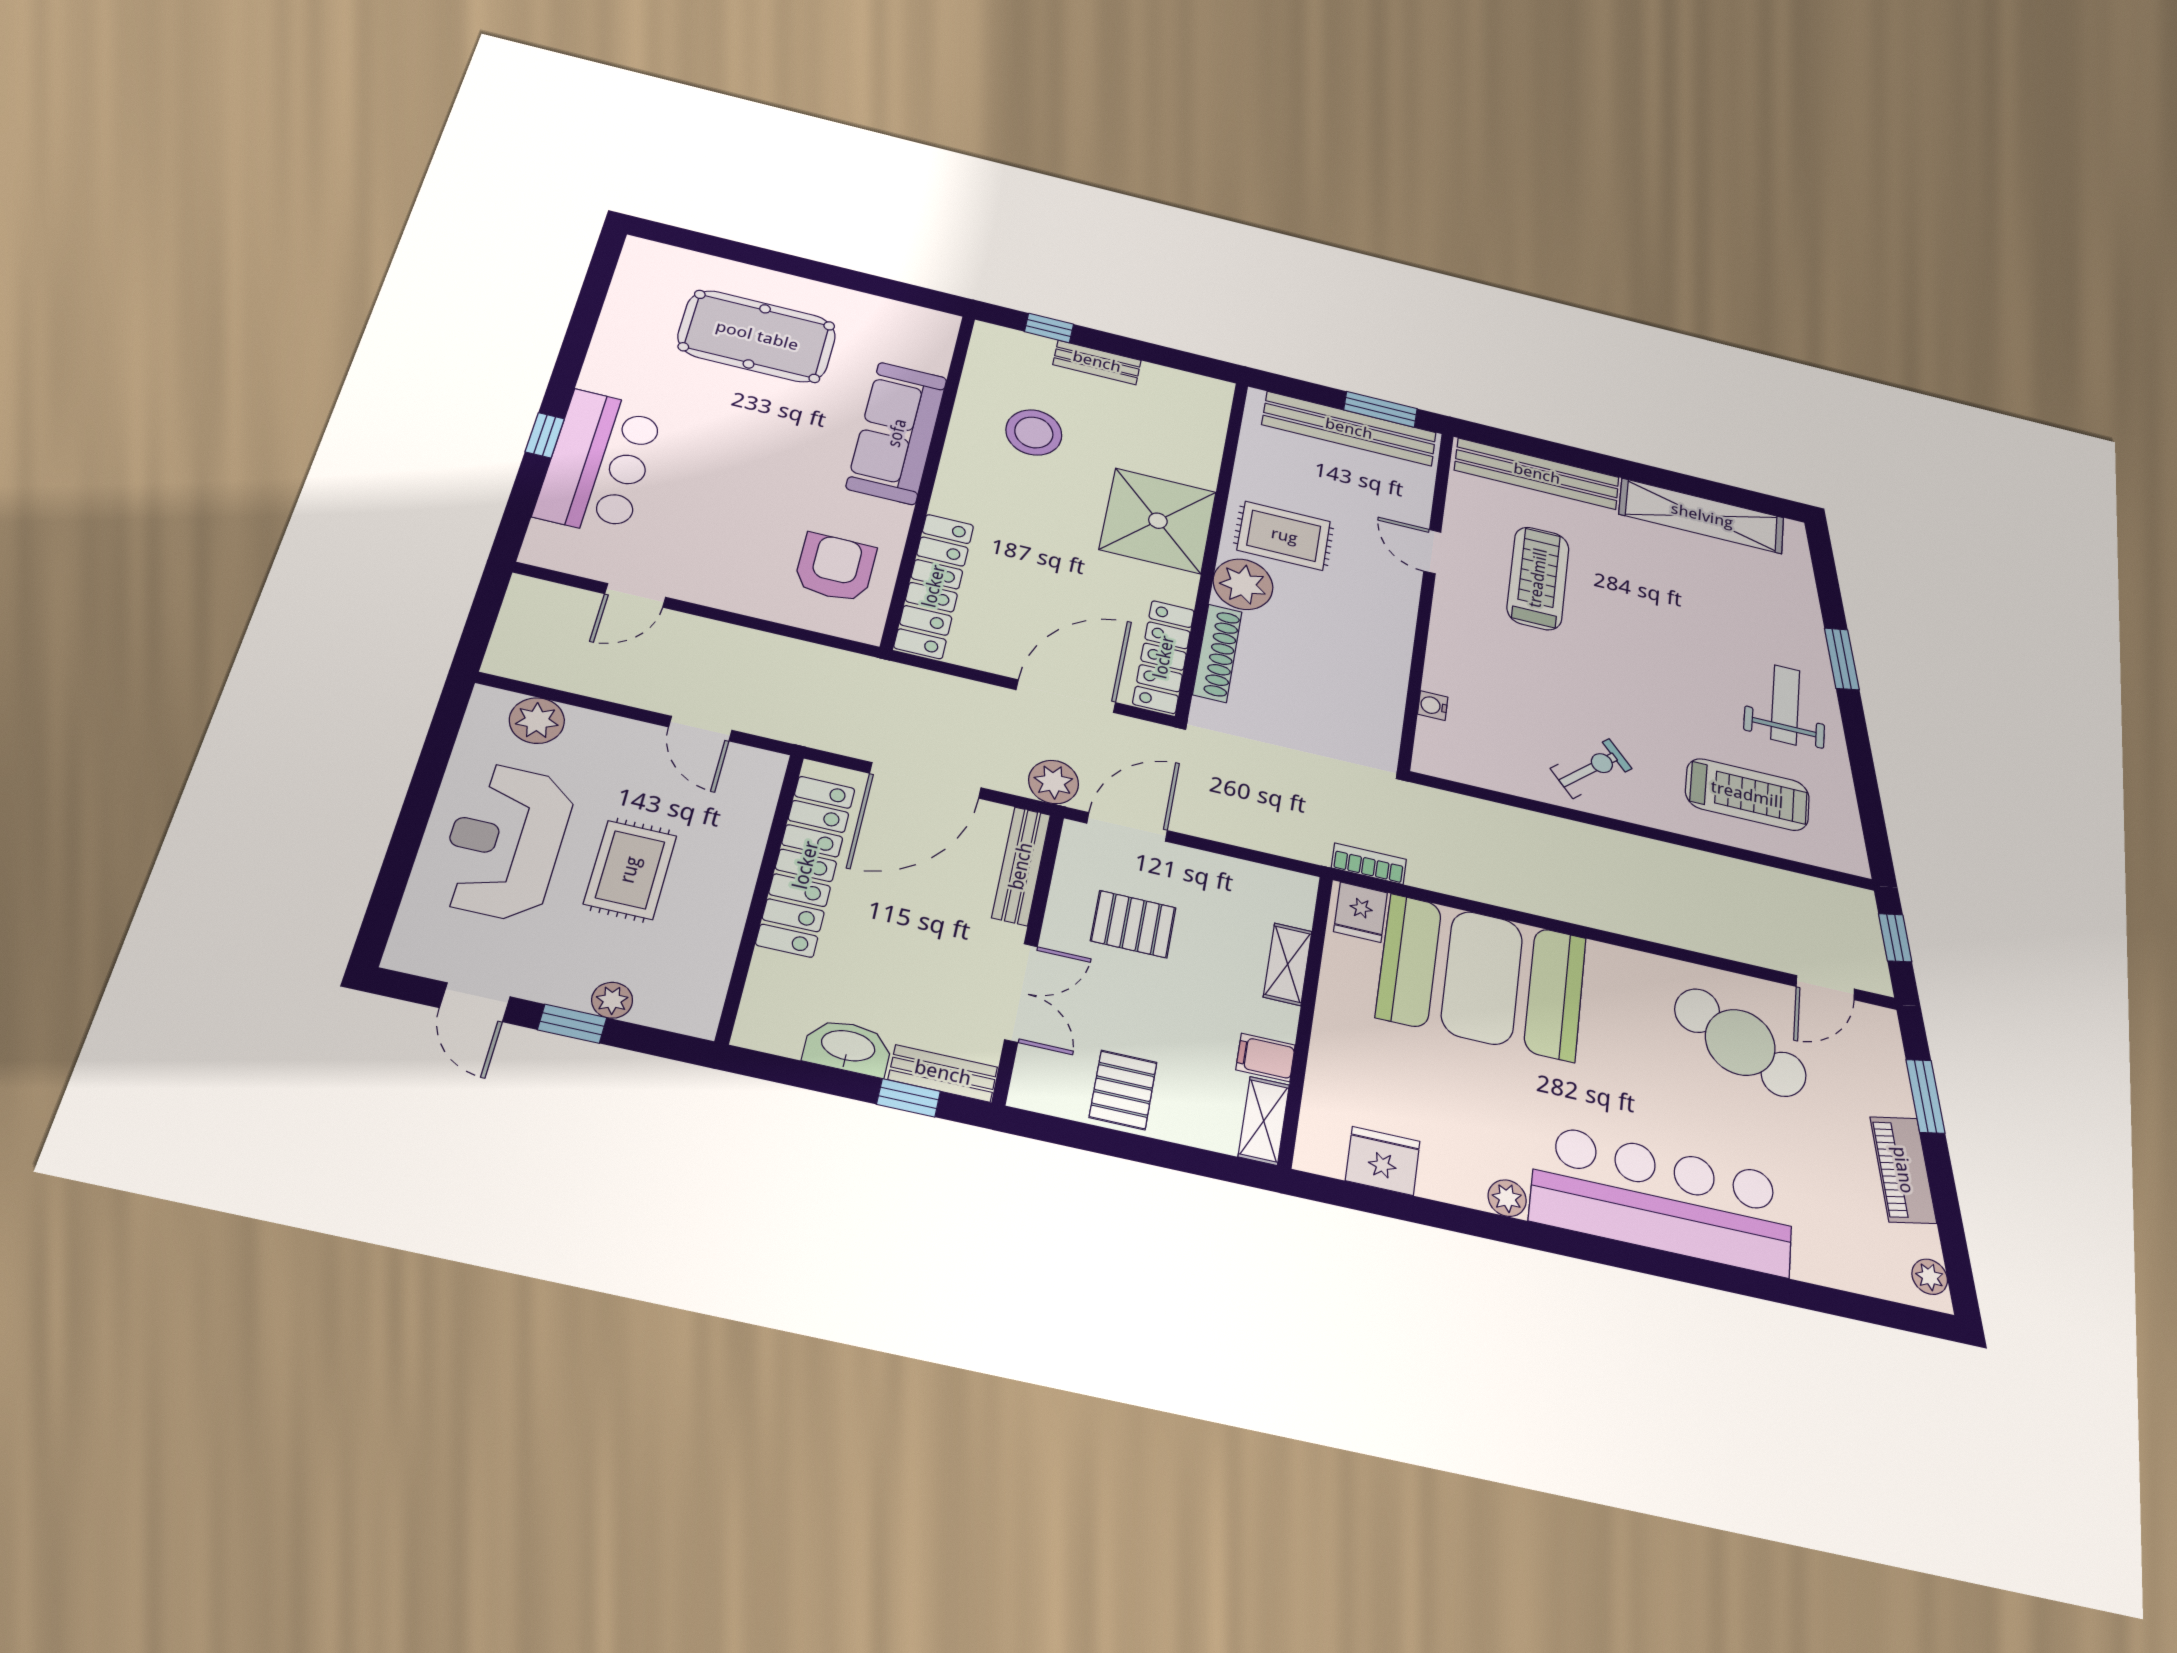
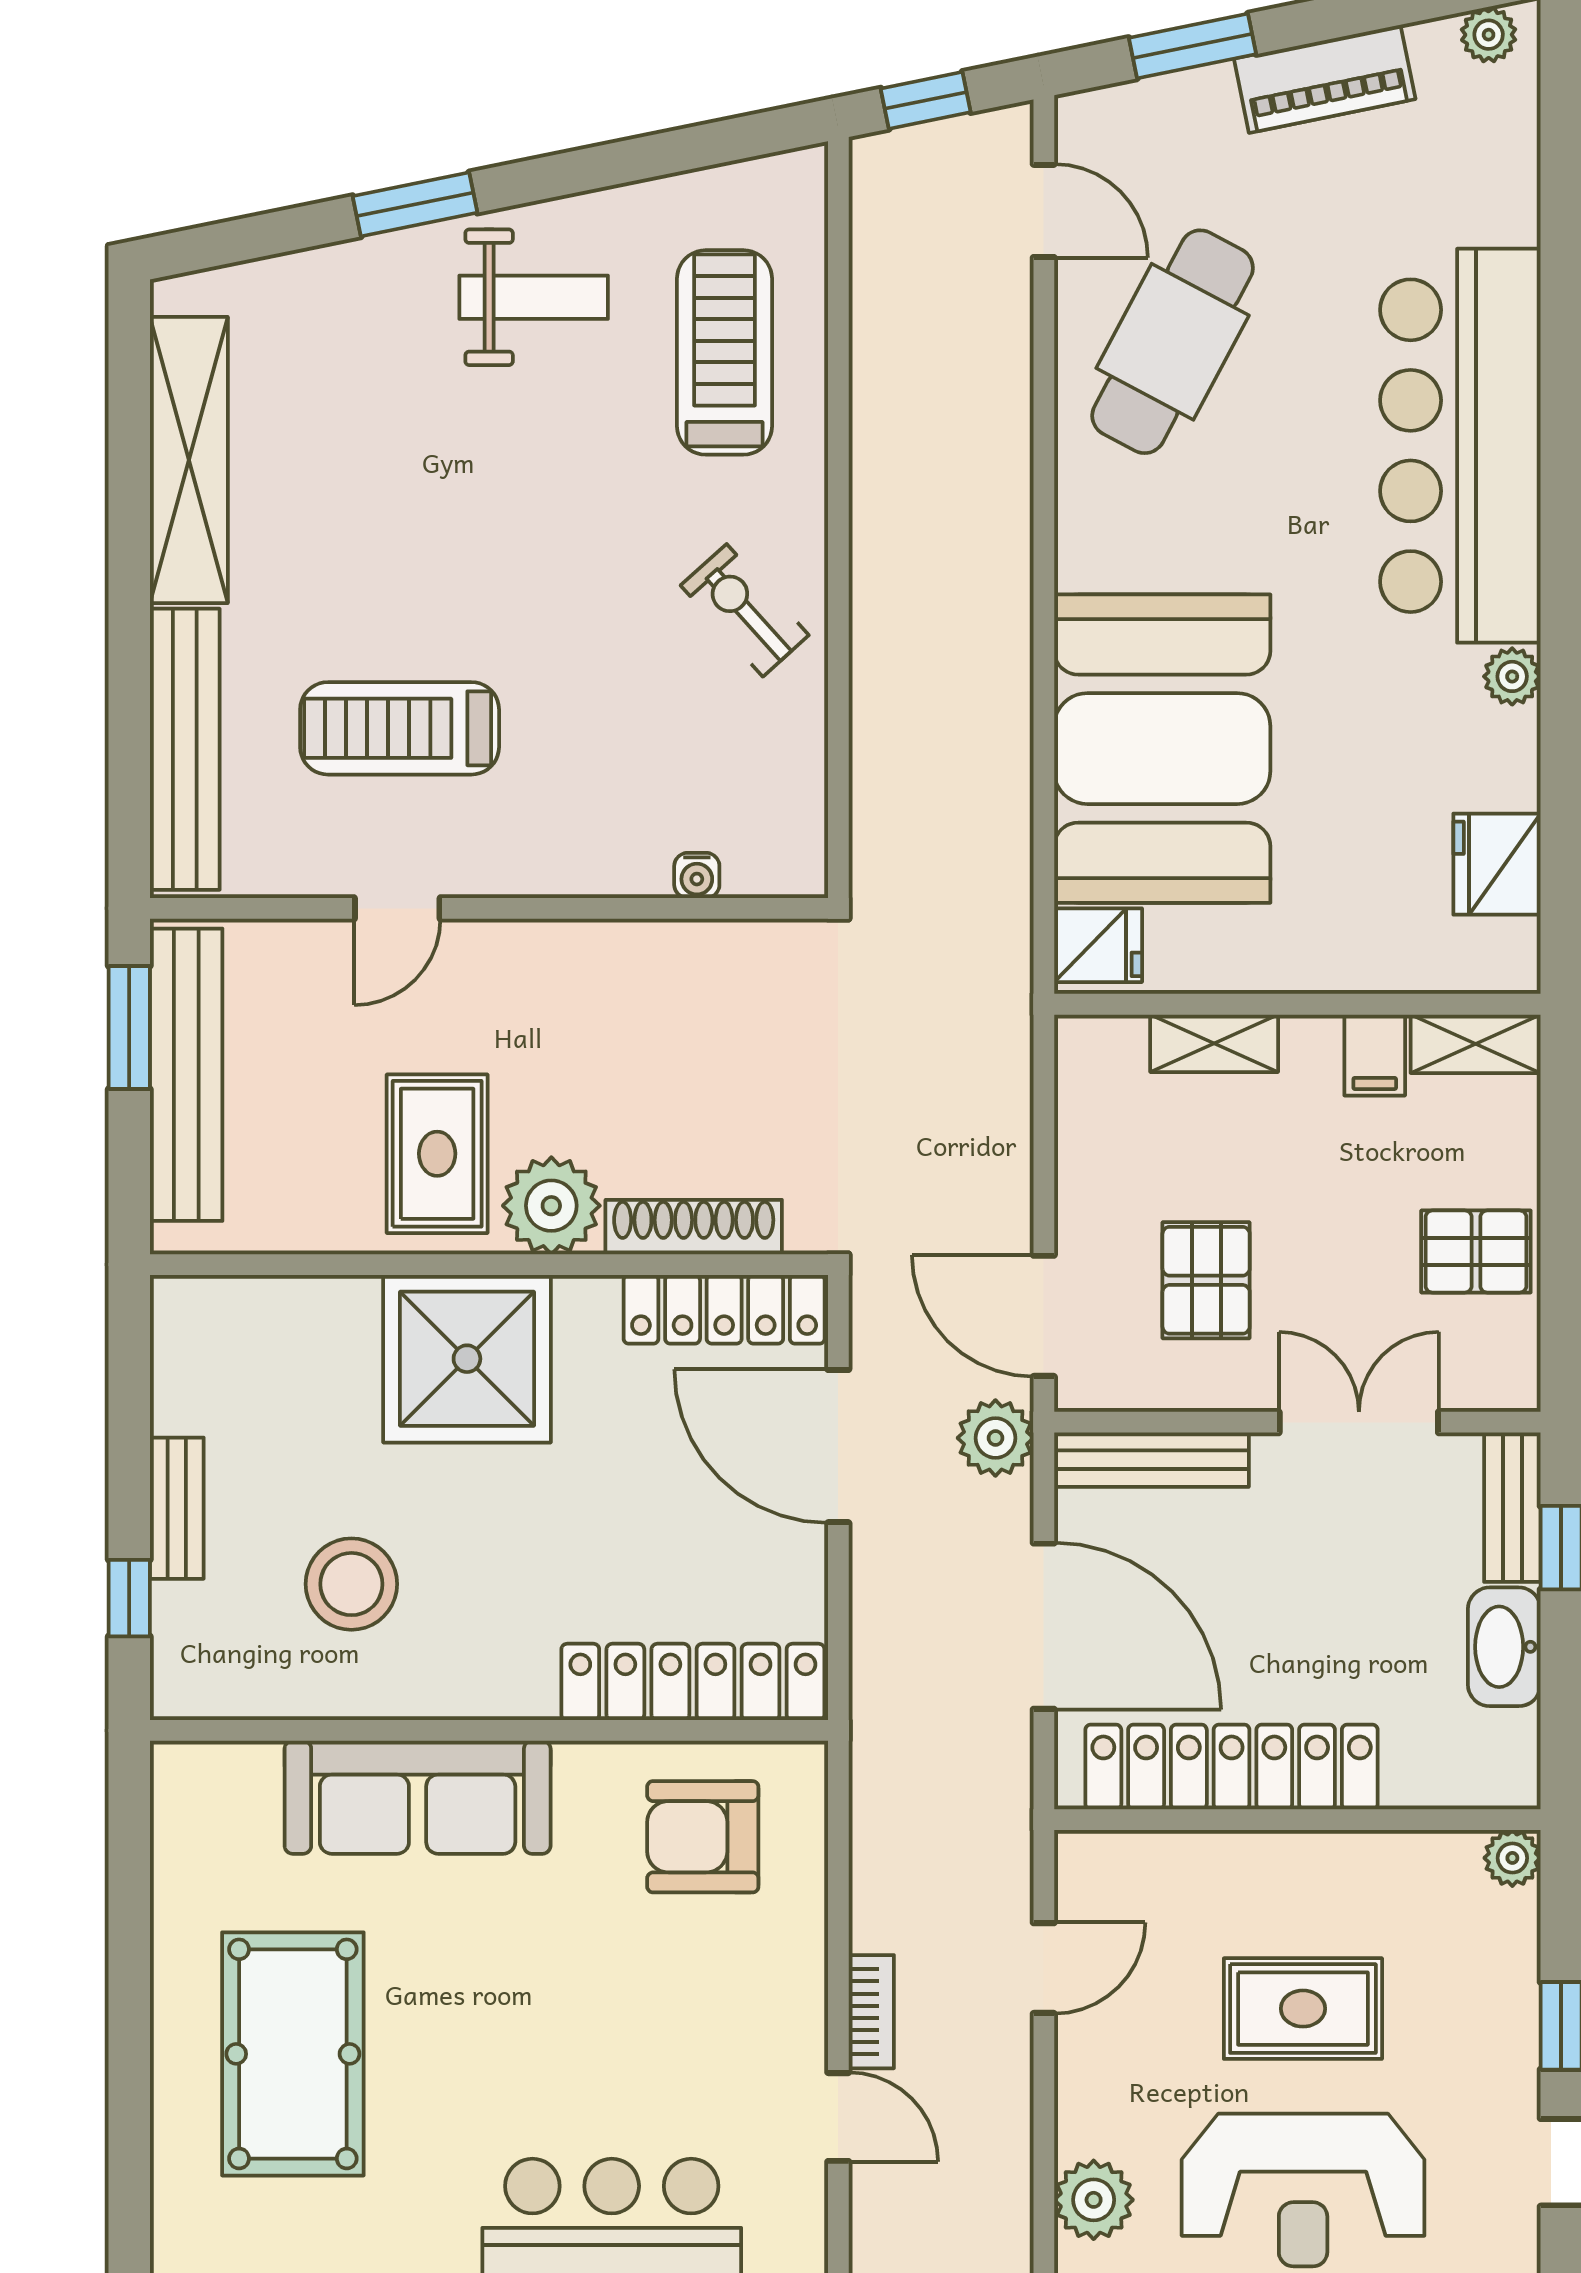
weight bench: (1785, 705) -> (534, 297), turned 180
bookcase: (1369, 864) -> (871, 2012), moved, turned 180
plant: (612, 1000) -> (1512, 1858), moved

